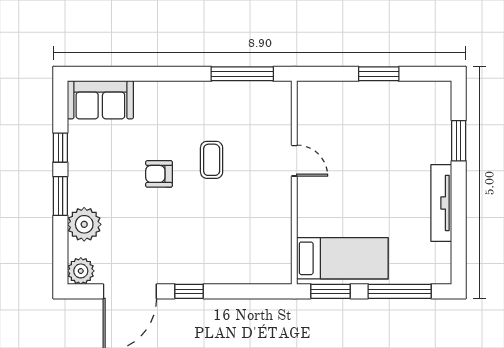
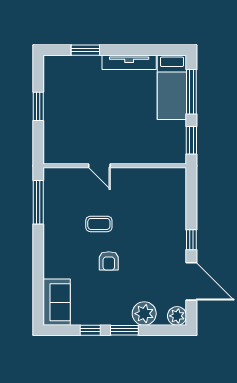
door: (294, 161) -> (99, 166), swing flipped
bed: (342, 258) -> (172, 87), moved, turned 180

